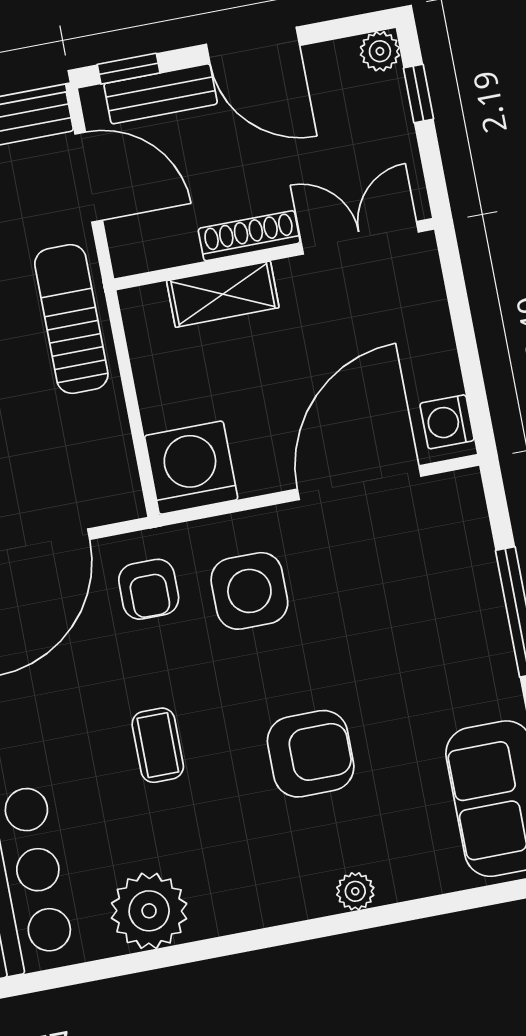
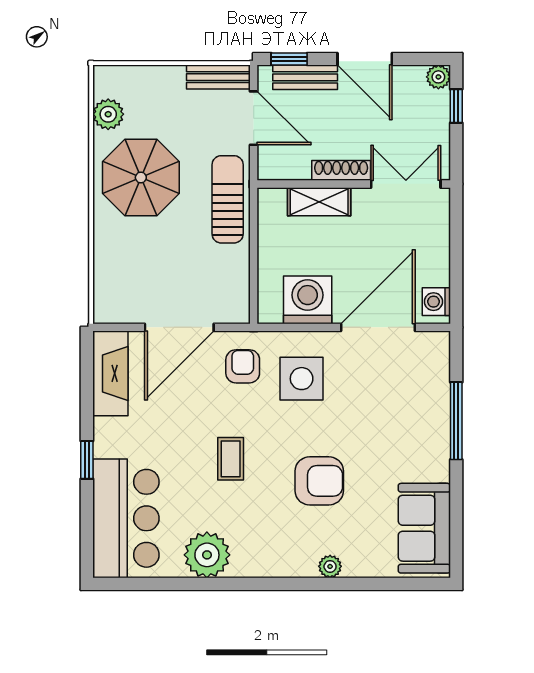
washing machine: (191, 468) -> (308, 300), moved
armchair: (149, 589) -> (243, 366), turned 180

